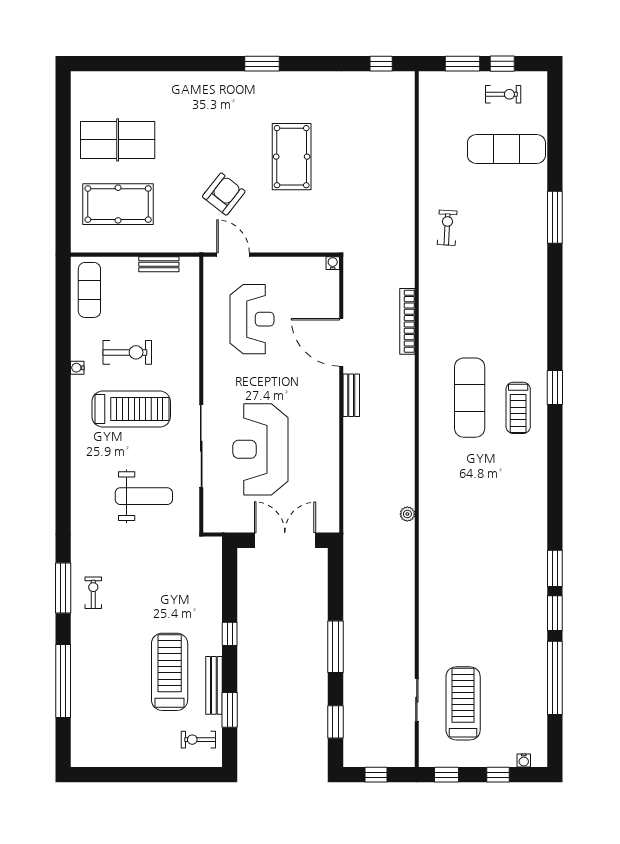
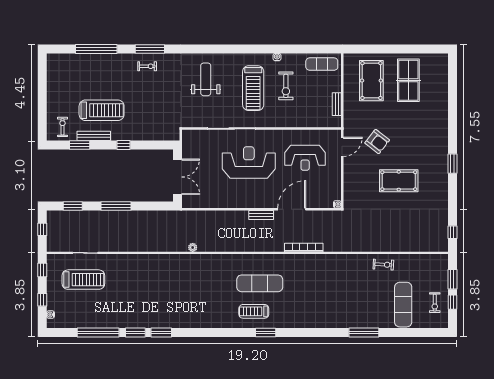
exercise bike: (447, 228) -> (383, 265), moved
reception desk: (260, 449) -> (249, 162), moved
weight bench: (144, 496) -> (206, 79), moved, turned 180

